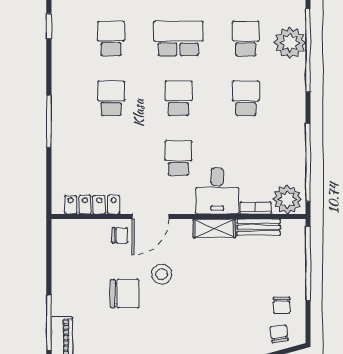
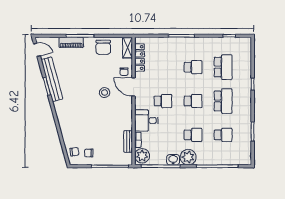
school desk: (111, 38) -> (223, 67), width x1.85
plant: (290, 43) -> (188, 157), moved
washbasin: (295, 138) -> (173, 160), added
shelving: (214, 228) -> (128, 48), moved
chair: (125, 294) -> (103, 47), moved

